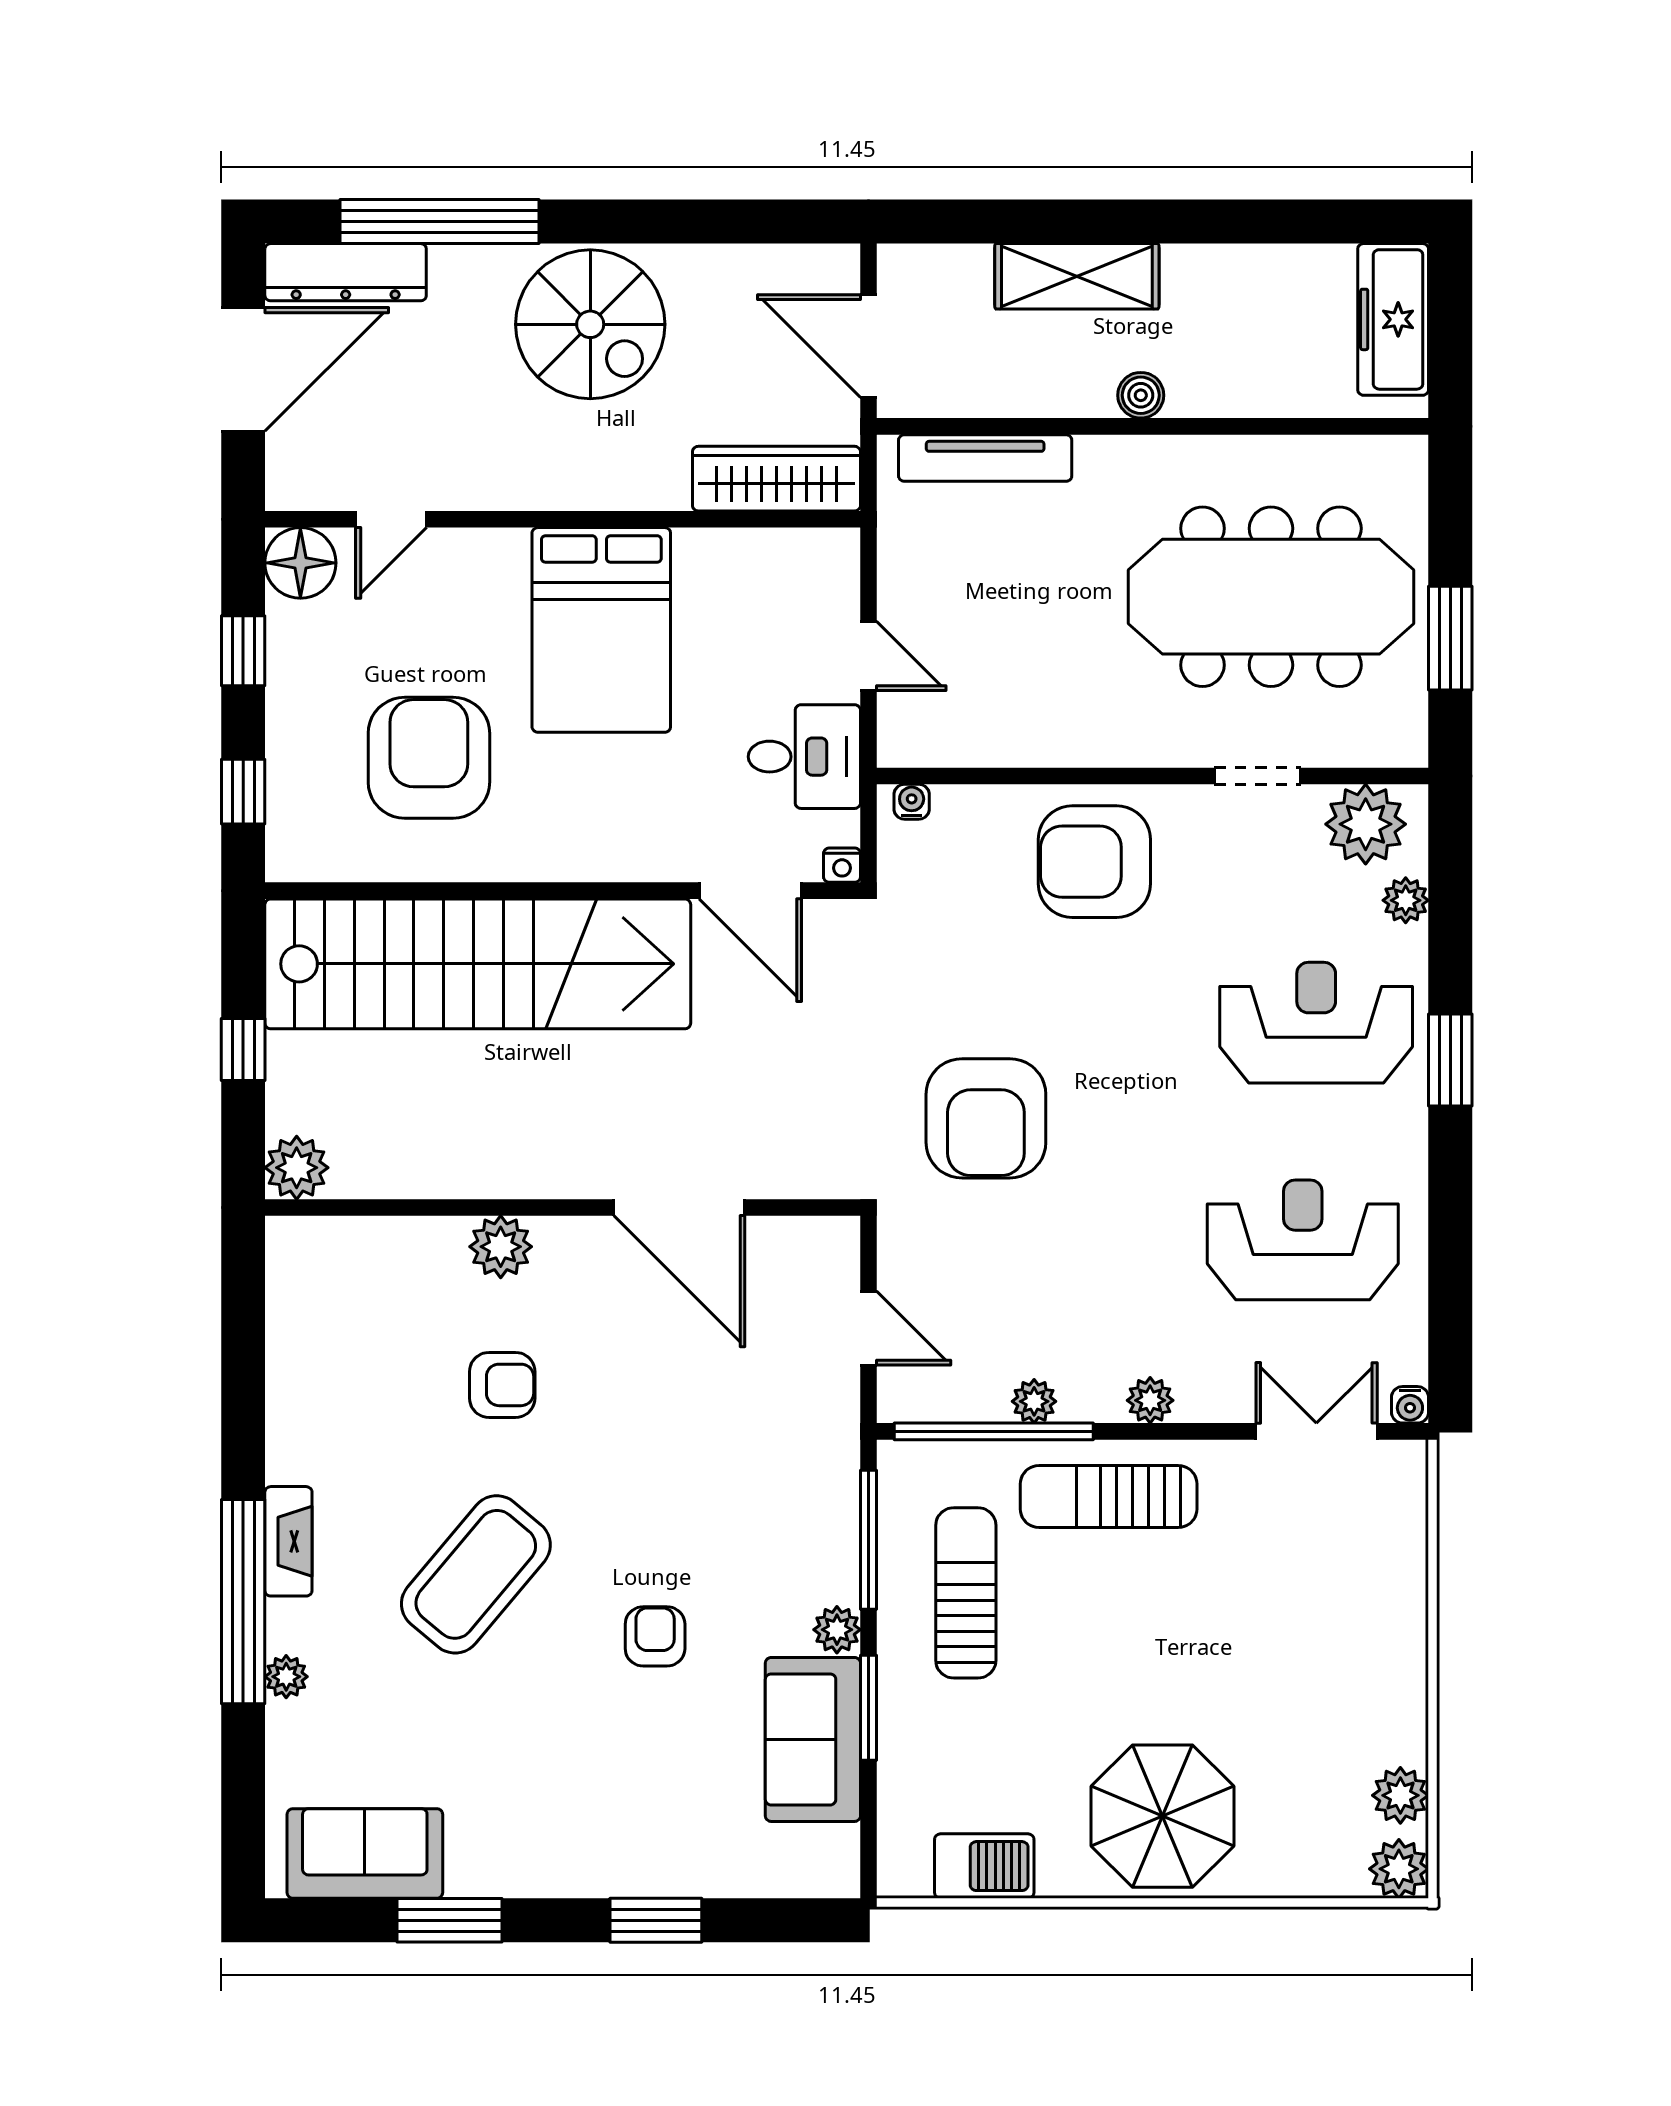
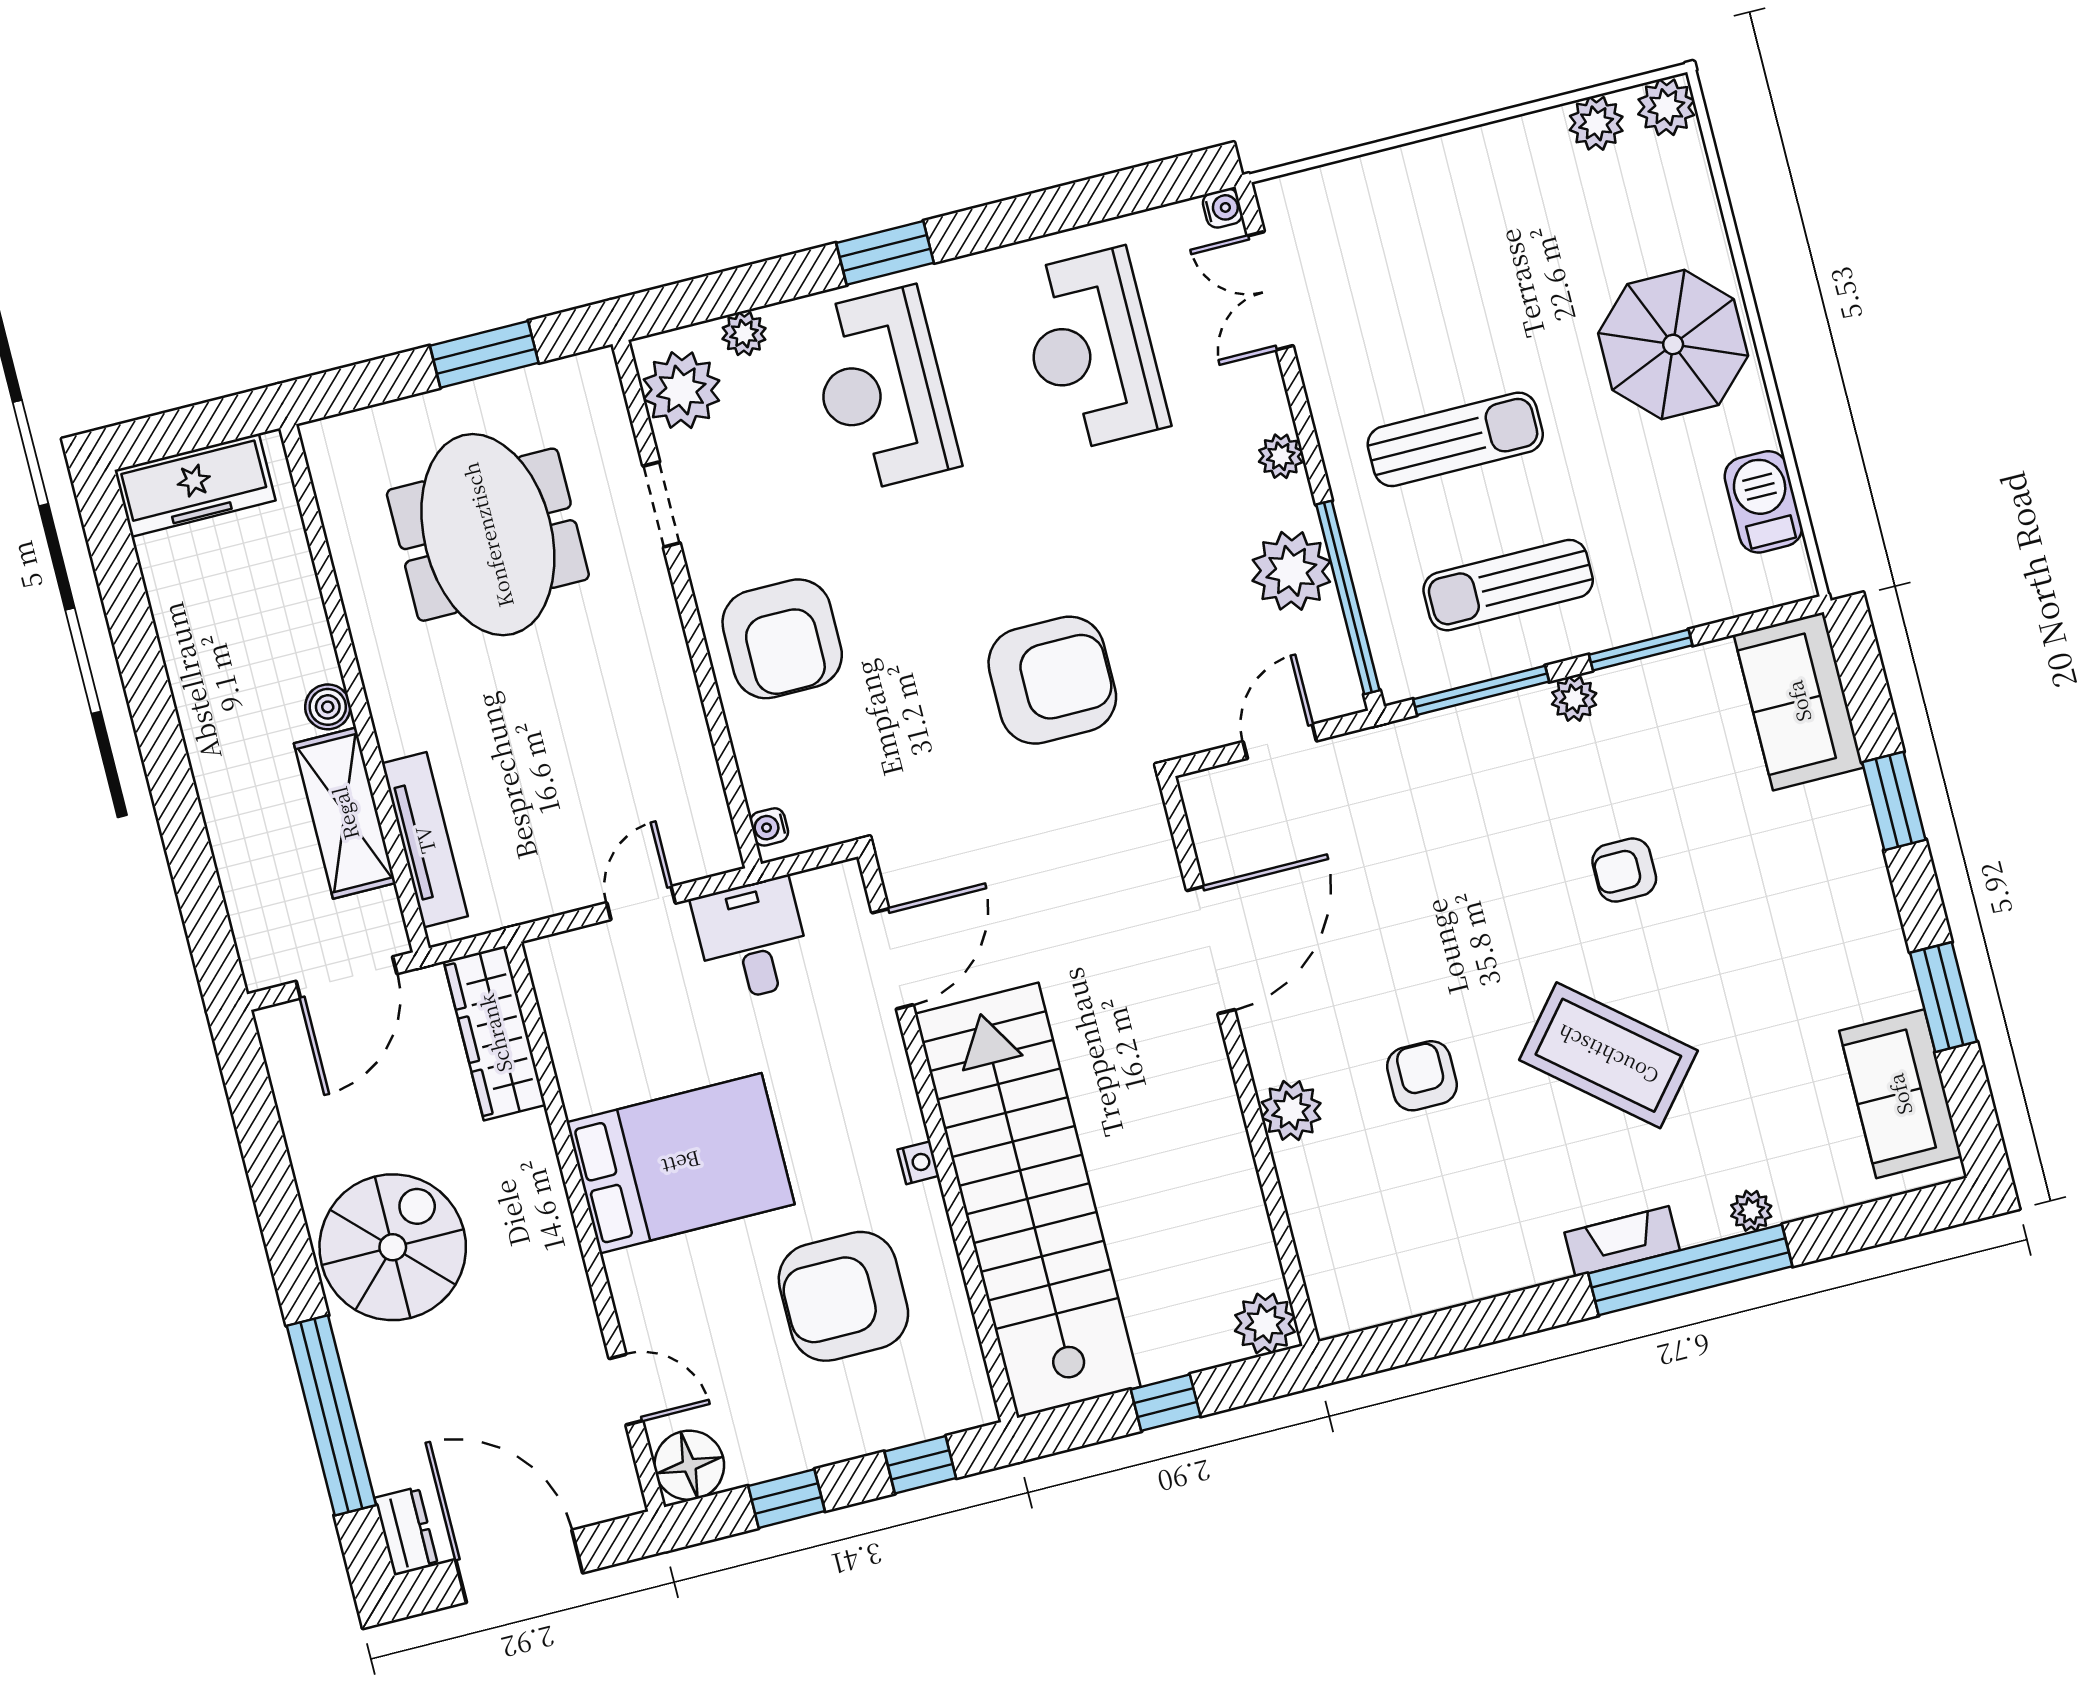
dresser: (346, 272) -> (406, 1531), width x0.51, depth x0.80
shelving: (1077, 276) -> (345, 813), moved
meeting table: (1271, 597) -> (488, 535), width x0.73
nightstand: (842, 865) -> (918, 1163), moved
plant: (1034, 1401) -> (1291, 571), width x1.88, depth x1.88
sun lounger: (1109, 1496) -> (1455, 439), moved, turned -90
sofa: (813, 1739) -> (1799, 701), moved, turned 90

